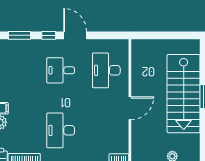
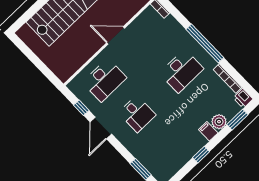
window: (49, 35) -> (81, 108), moved

